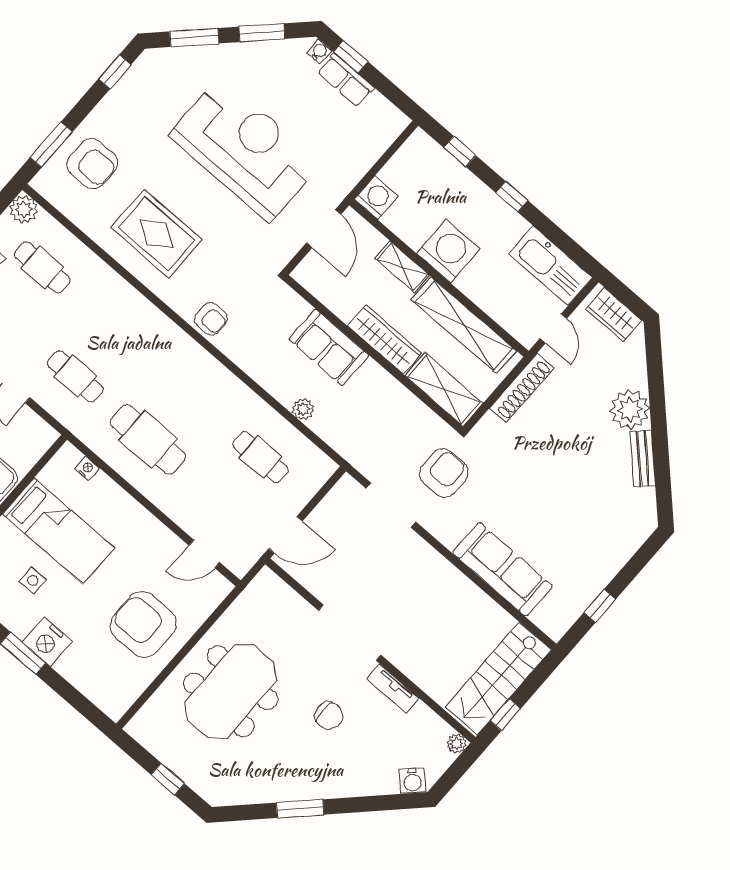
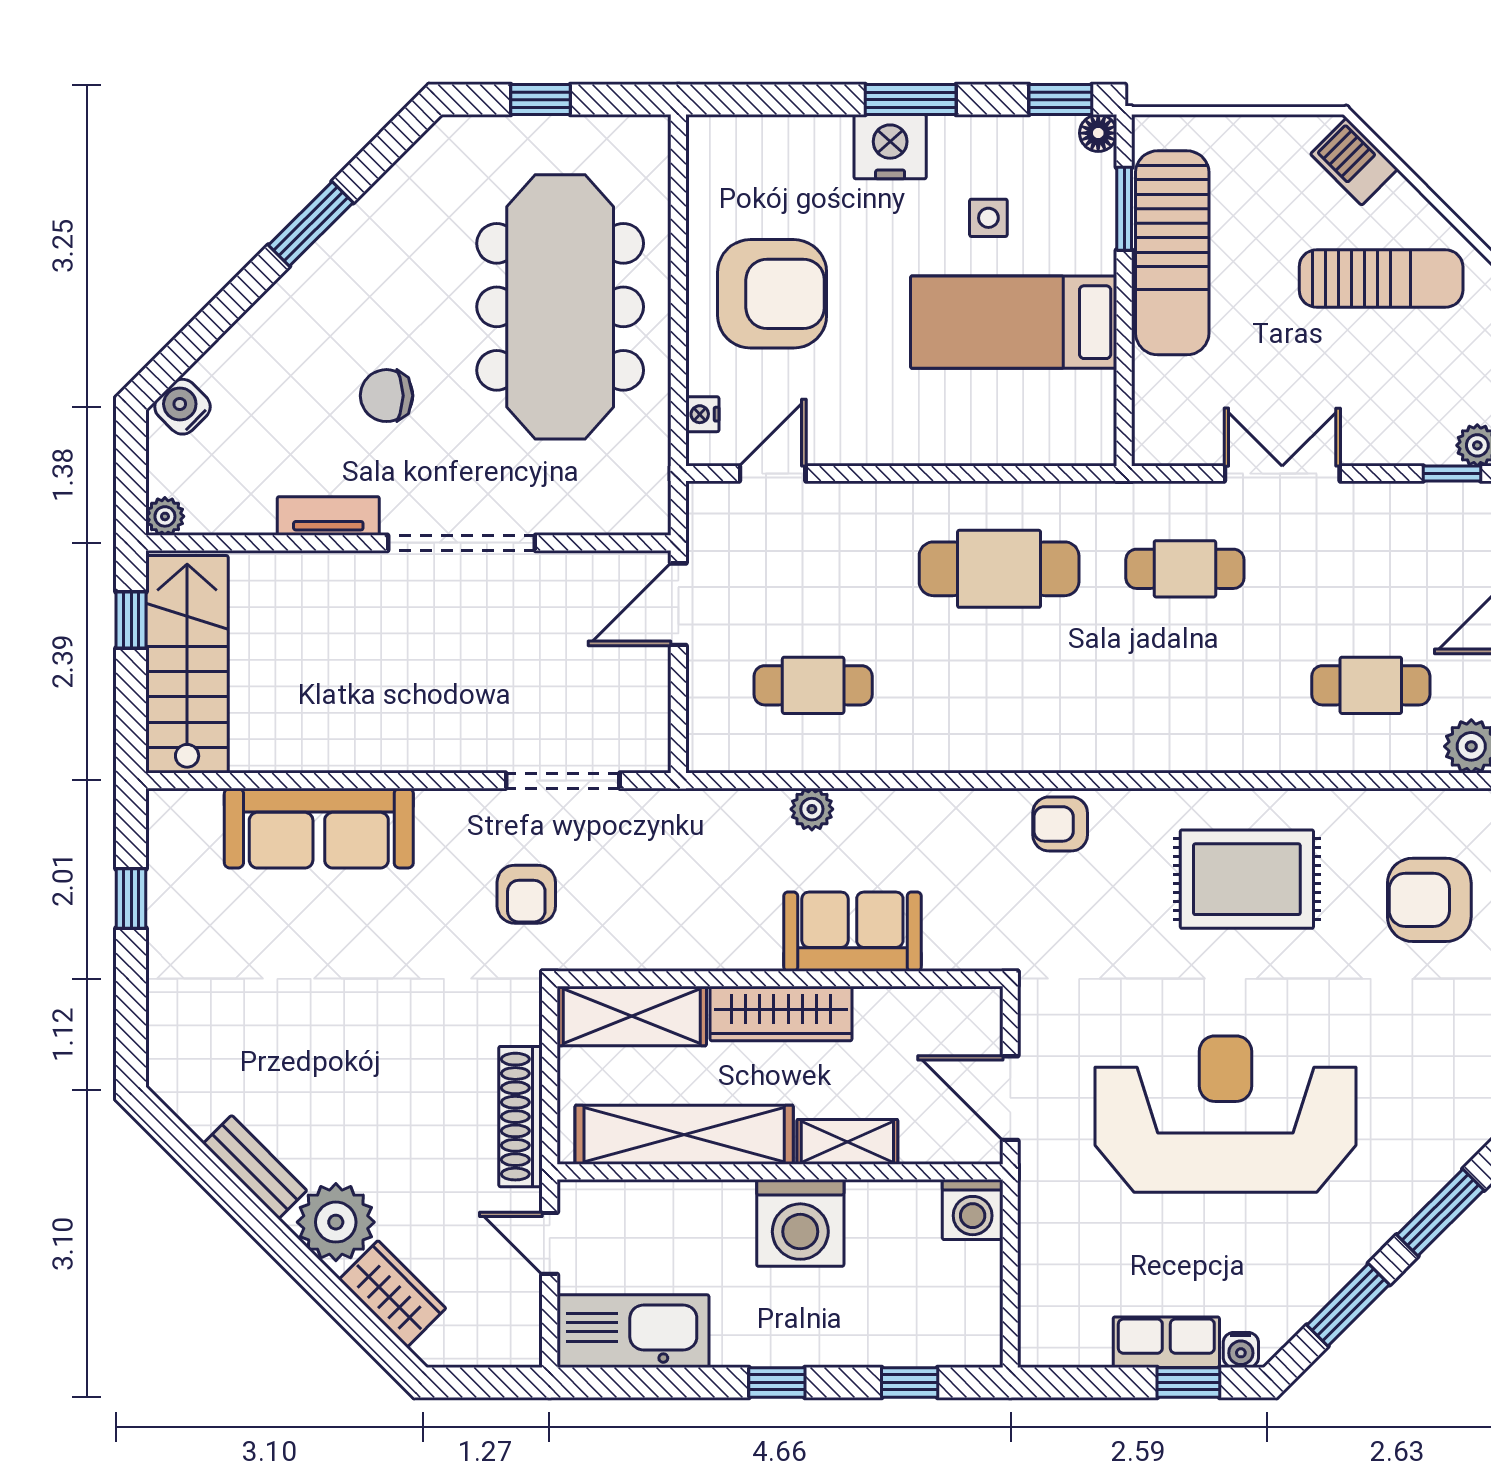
reception desk: (245, 149) -> (1225, 1114), turned 180
wardrobe: (614, 315) -> (392, 1294), moved, turned 45
nightstand: (87, 468) -> (702, 414), moved, turned 90
armchair: (444, 473) -> (526, 894), width x0.72, depth x0.72
meeting table: (231, 691) -> (560, 307), width x1.36

